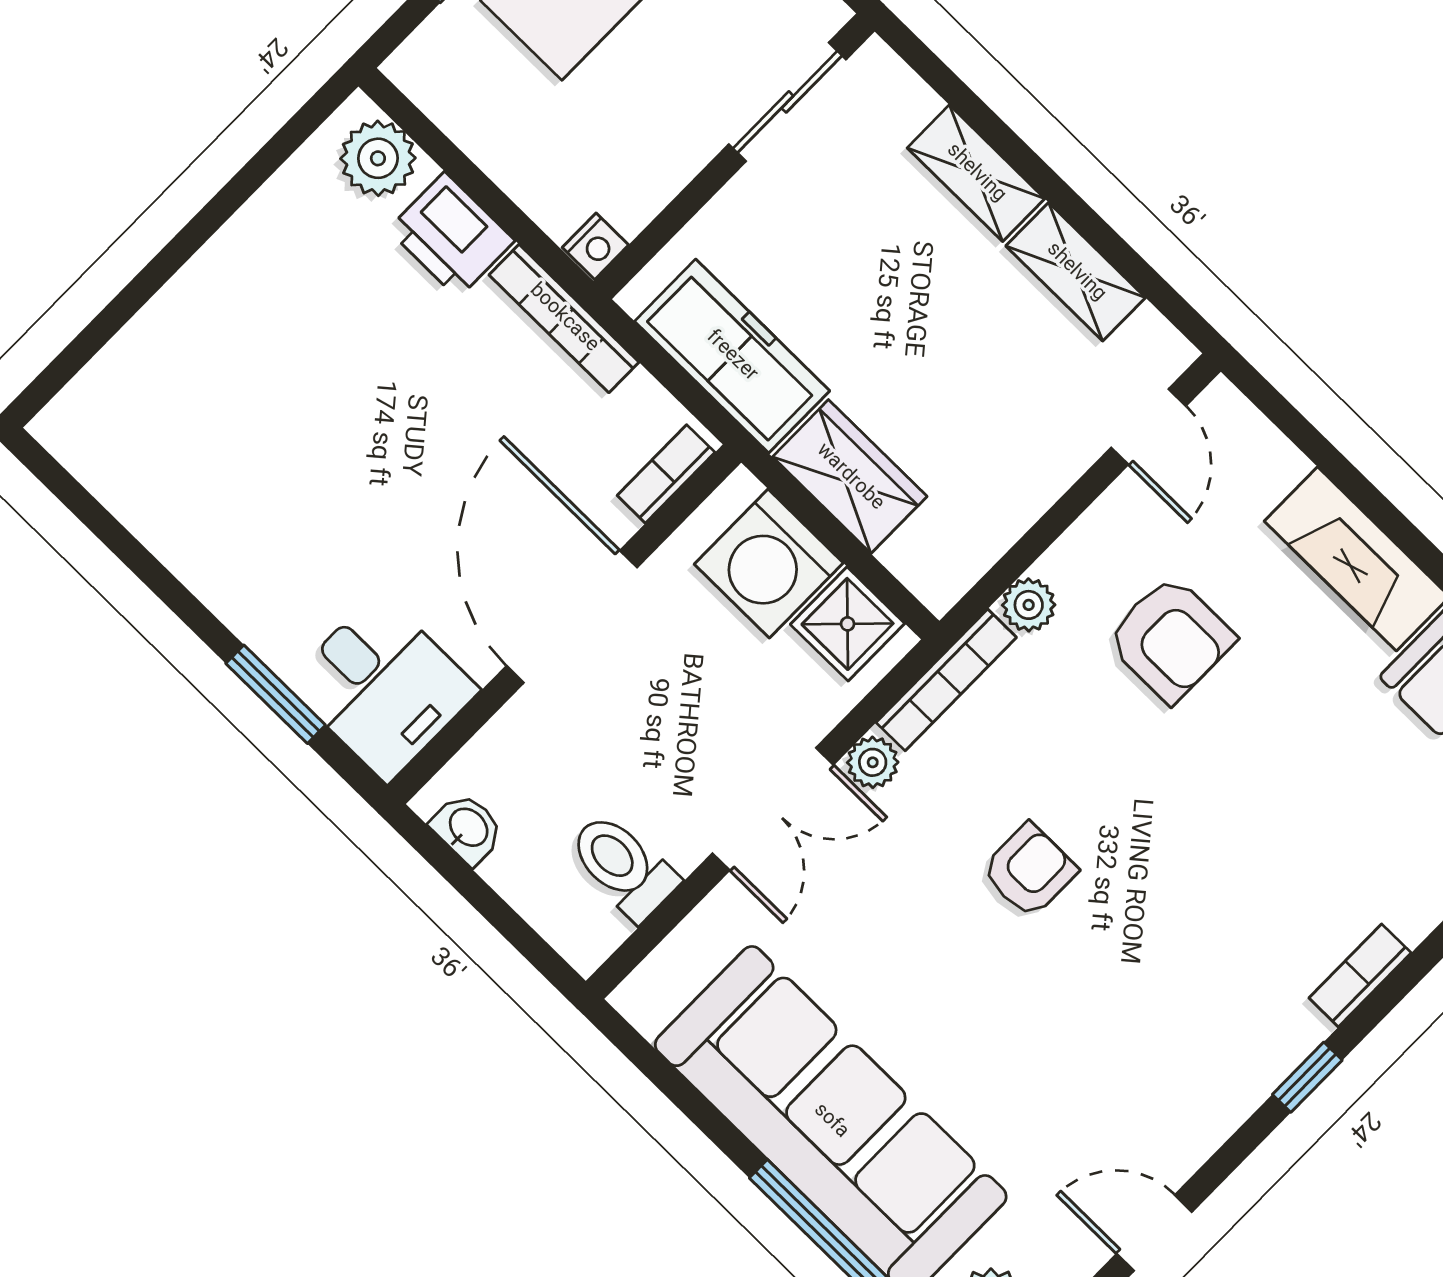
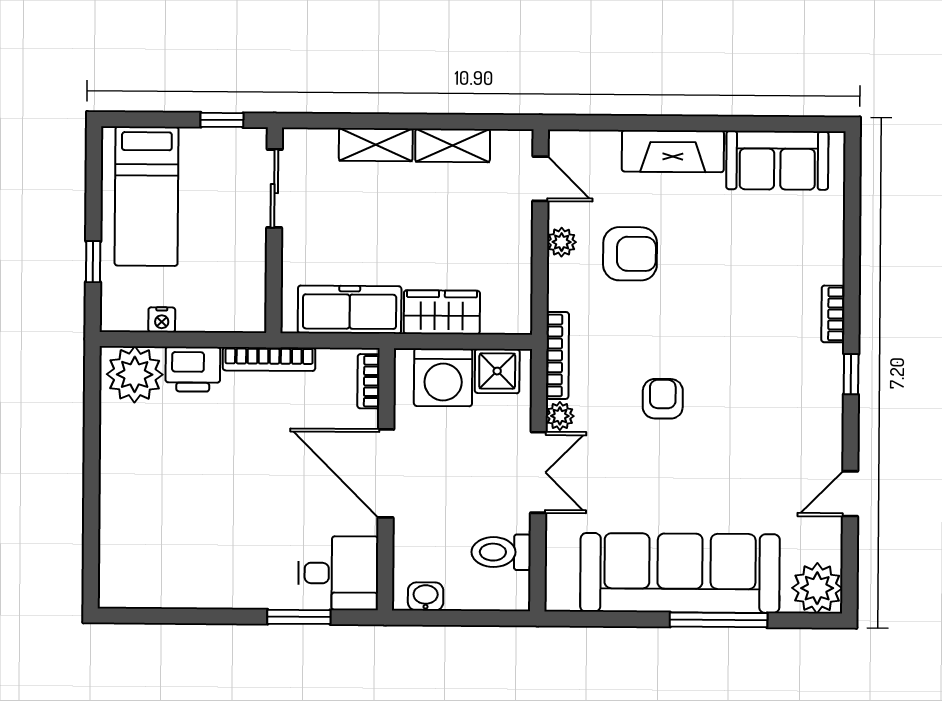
plant: (378, 158) -> (135, 374), width x1.36, depth x1.36
nightstand: (595, 246) -> (162, 320), moved, turned 90
plant: (1029, 605) -> (562, 242), moved

